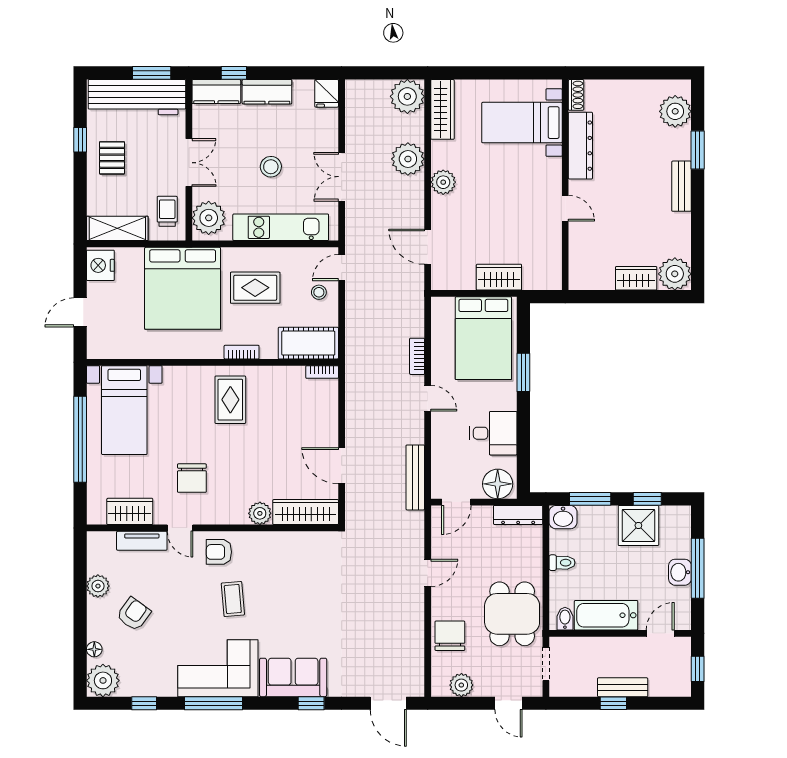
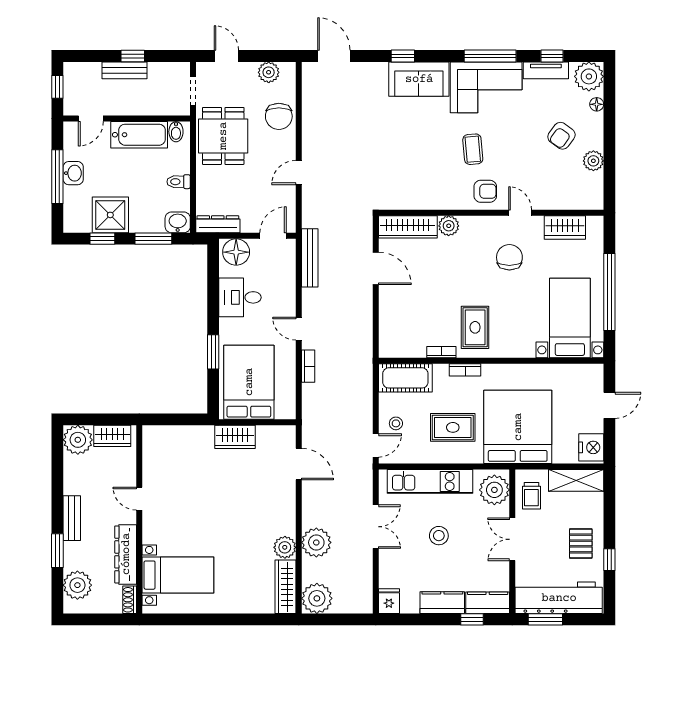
shoe rack: (576, 95) -> (130, 600), moved
bed with nightstands: (522, 123) -> (178, 575), moved
dresser: (580, 146) -> (126, 554), moved
plant: (443, 182) -> (285, 547), moved
wall: (565, 185) -> (139, 519), moved
door: (565, 208) -> (139, 499), moved
bookcase: (322, 372) -> (441, 352), moved
tv unit: (142, 541) -> (546, 70), moved, turned 180

